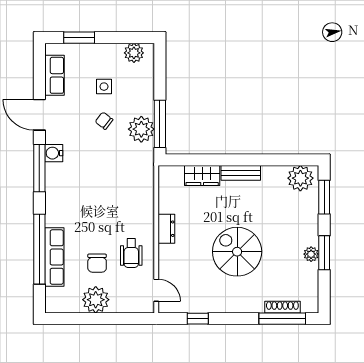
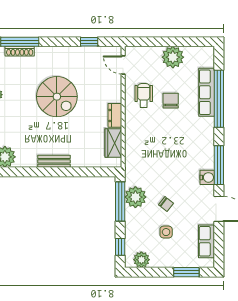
window: (160, 69) -> (120, 247), added
wardrobe: (202, 175) -> (113, 143), moved, turned -90
chair: (97, 263) -> (171, 101), moved

